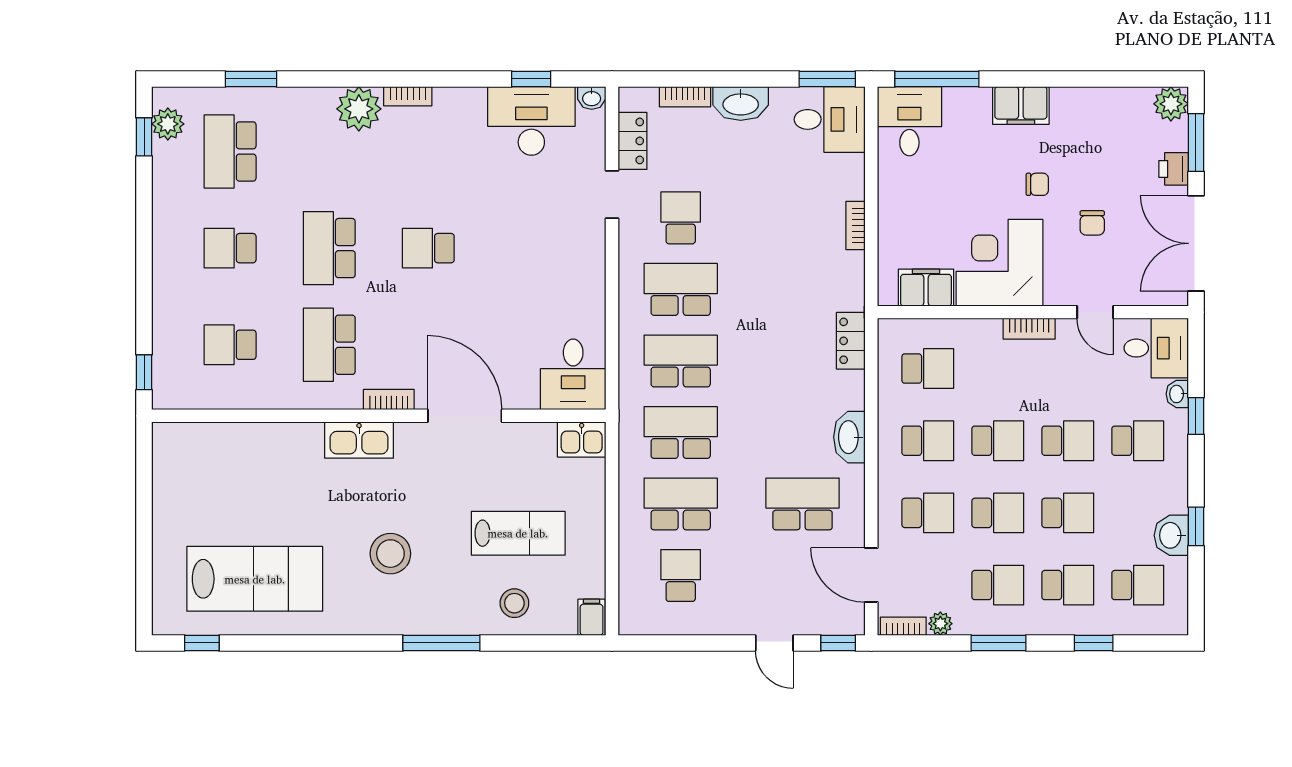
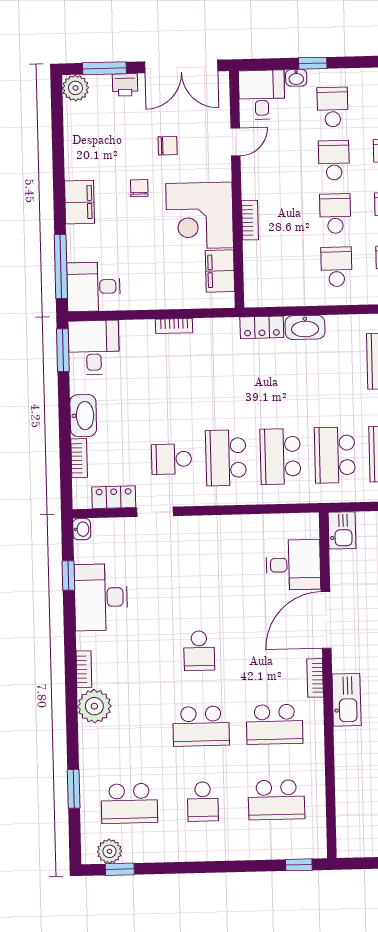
desk: (531, 121) -> (101, 597), moved
bookcase: (1029, 329) -> (250, 220), moved
school desk: (230, 345) -> (276, 800), width x1.85
school desk: (928, 368) -> (282, 268), removed
desk: (573, 374) -> (293, 565), moved
washbasin: (849, 437) -> (305, 327), moved

